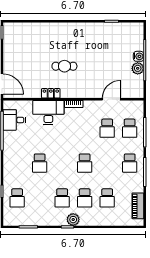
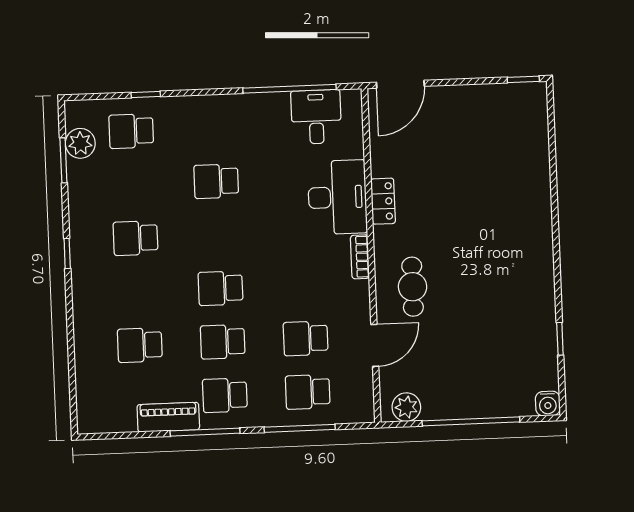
water cooler: (139, 56) -> (548, 404), moved
cafe table: (64, 66) -> (413, 287), moved
plant: (138, 68) -> (406, 407), moved
door: (111, 99) -> (375, 345), hinge flipped
school desk: (85, 198) -> (223, 342), moved
piano: (138, 206) -> (168, 417), moved
plant: (73, 220) -> (80, 143), moved

